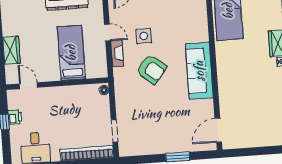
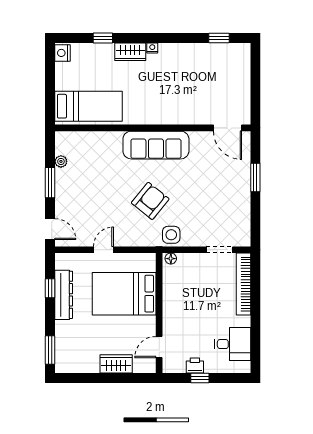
side table: (144, 36) -> (171, 235), moved
bed: (71, 53) -> (124, 294), width x1.50
fireplace: (117, 53) -> (129, 240), removed

